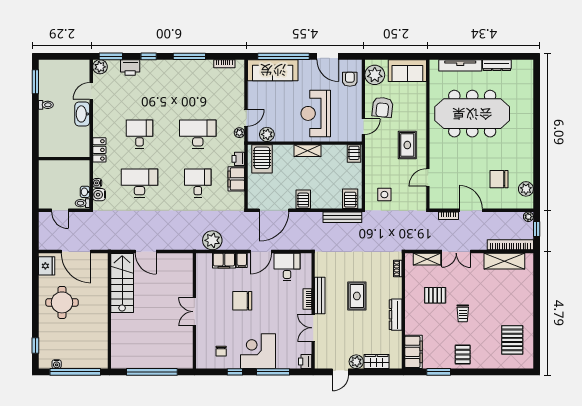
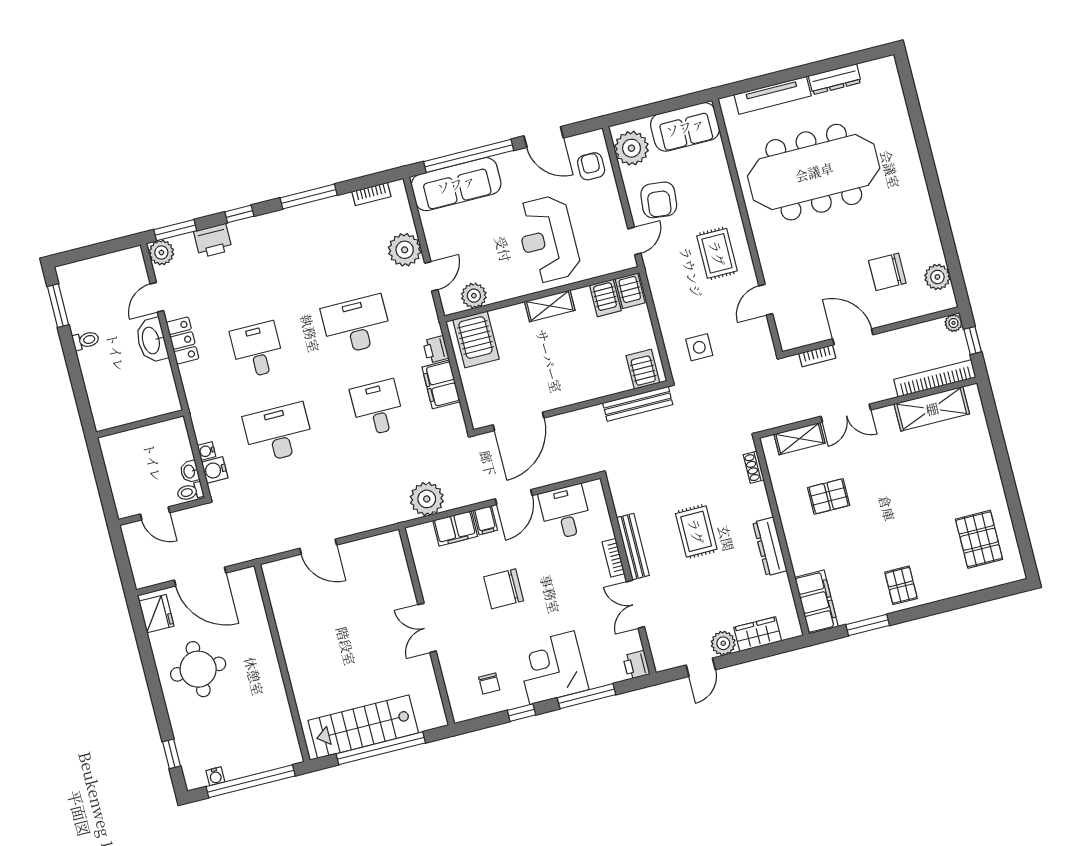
plant: (239, 133) -> (405, 250), moved, width x1.87, depth x1.87
locker: (99, 150) -> (183, 341), moved
server rack: (303, 199) -> (605, 298), moved, turned 180
stairs: (122, 283) -> (363, 727), moved, turned -90
trolley: (463, 313) -> (883, 515), removed

